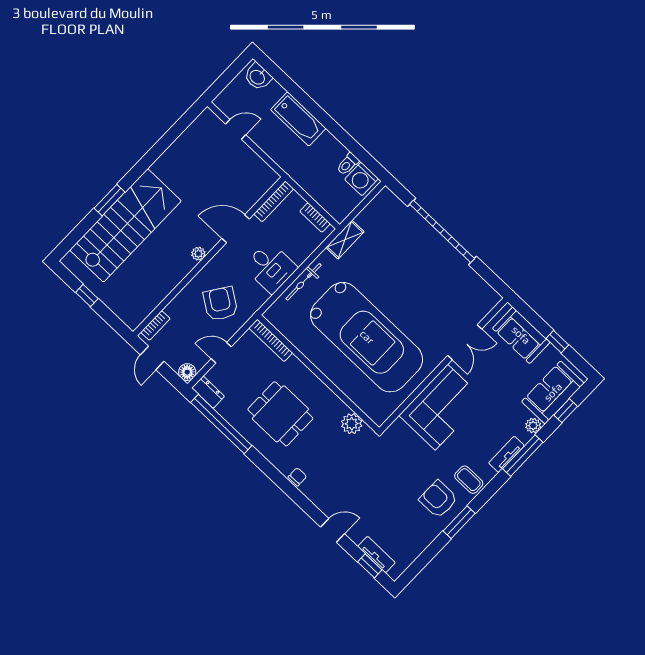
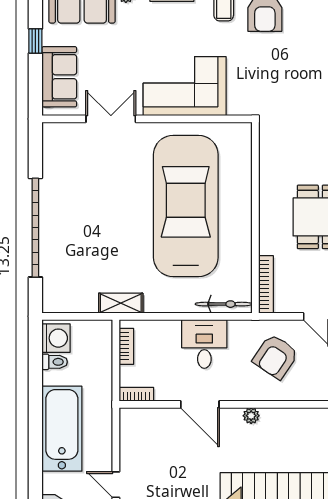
bathtub: (298, 119) -> (62, 429), width x1.36, depth x1.36
bookcase: (274, 201) -> (136, 394), width x0.64
bicycle: (304, 282) -> (224, 304), moved
plant: (352, 424) -> (271, 149), removed

